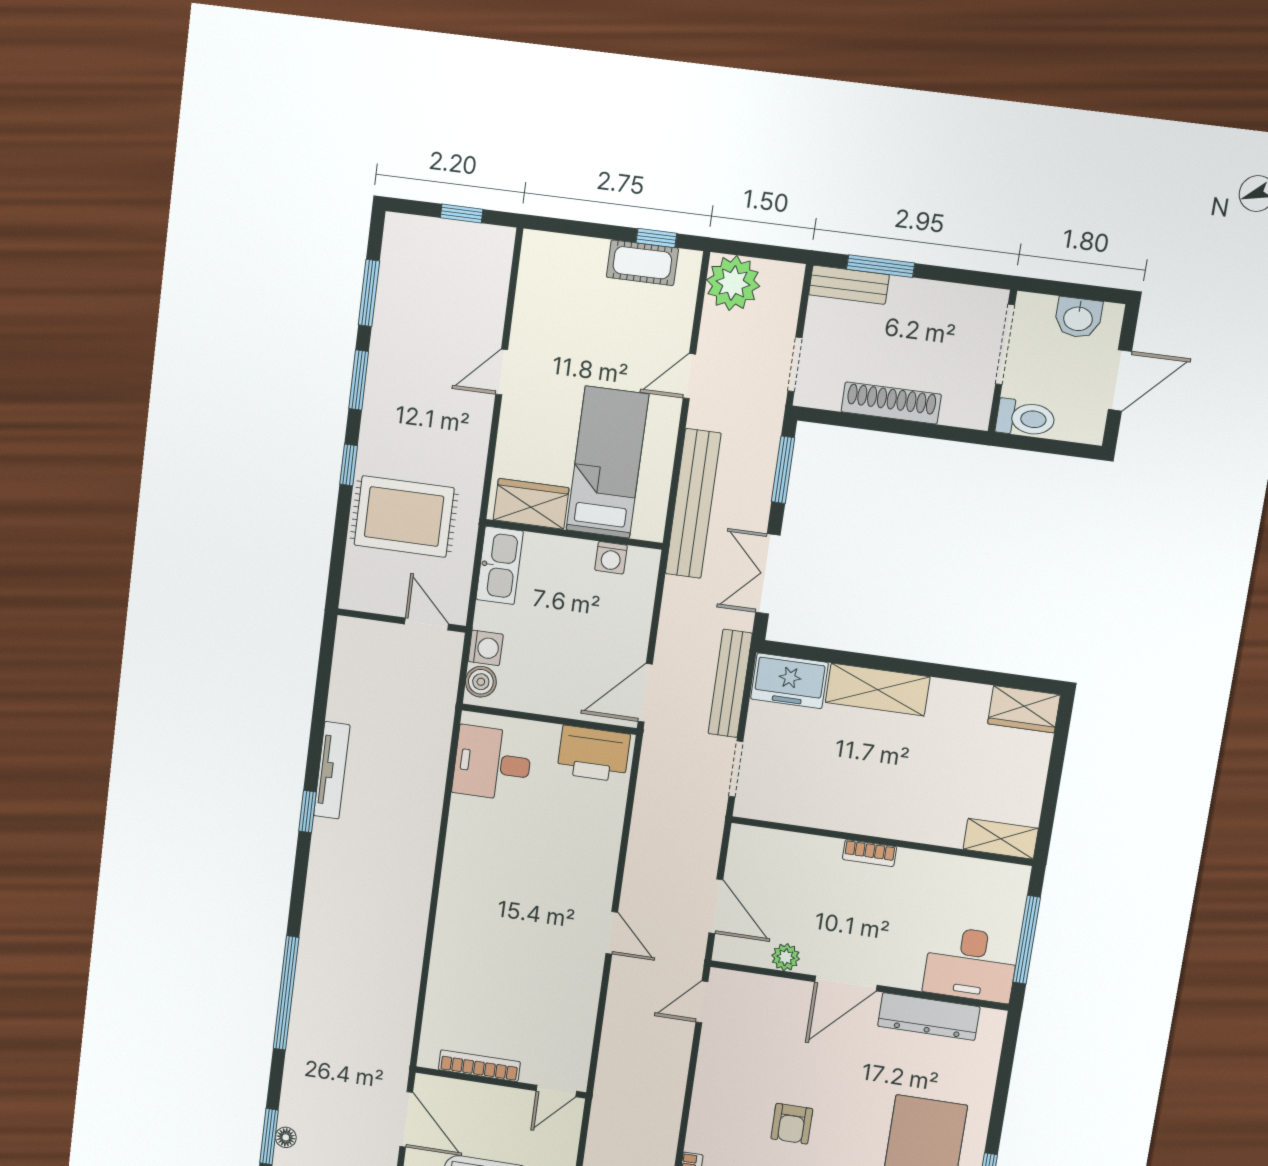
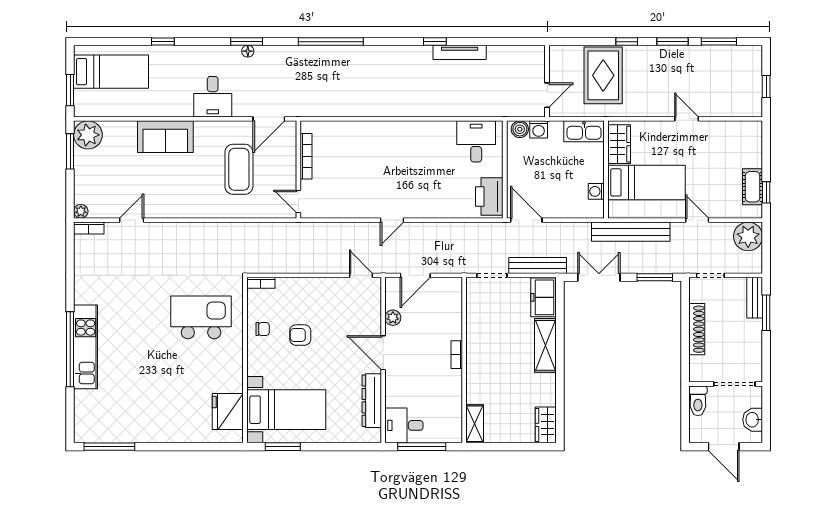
desk: (971, 964) -> (404, 425), width x0.73

